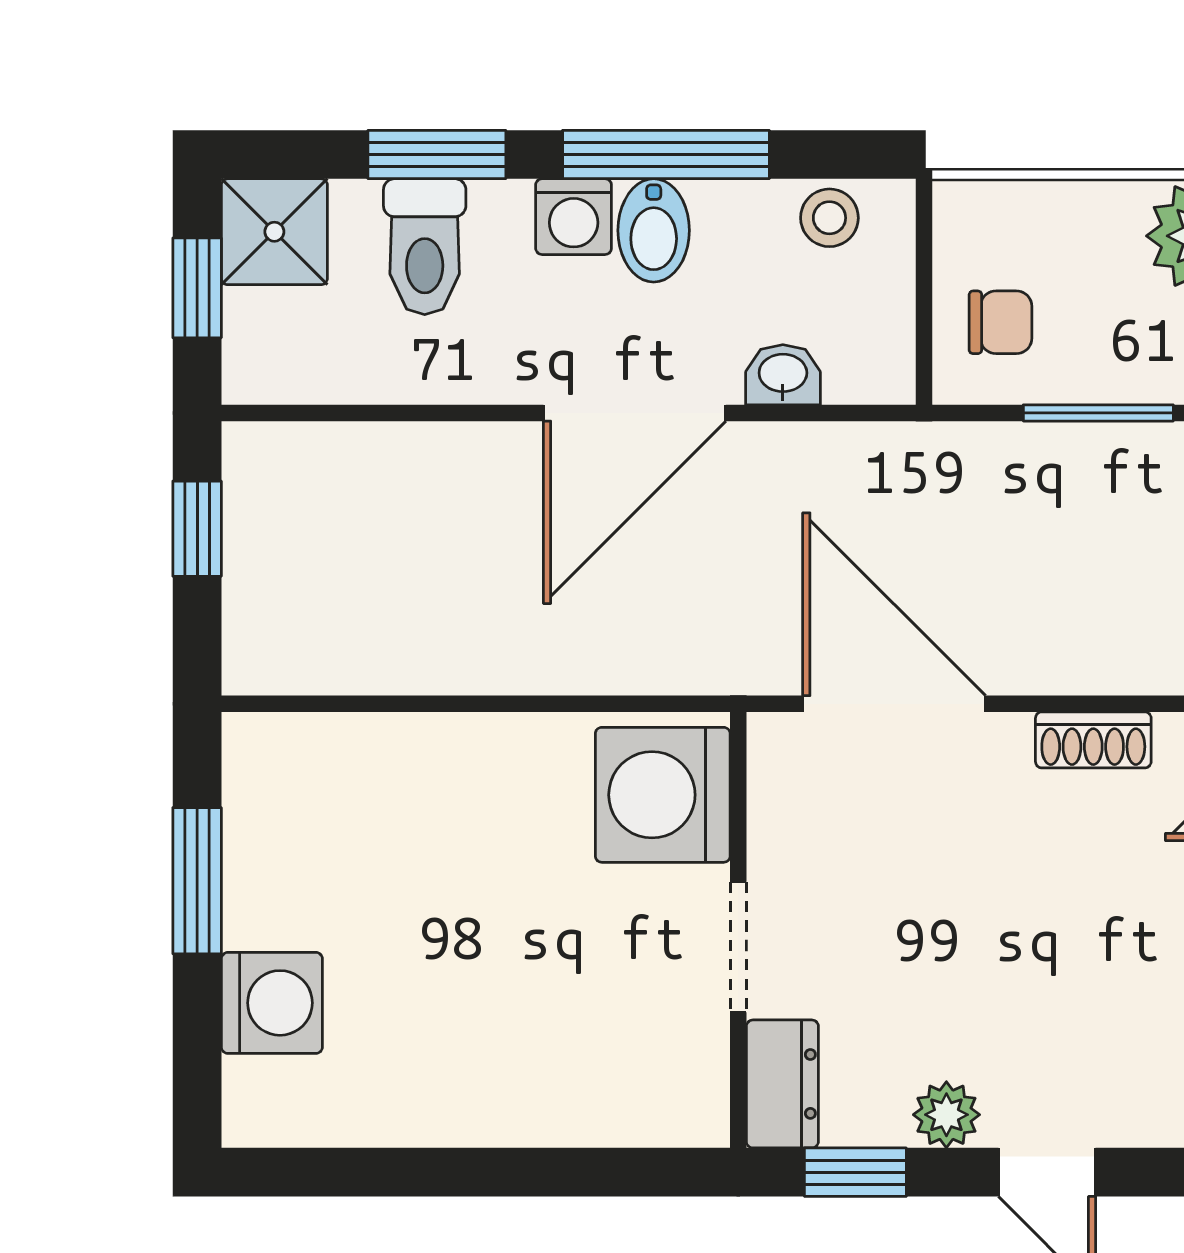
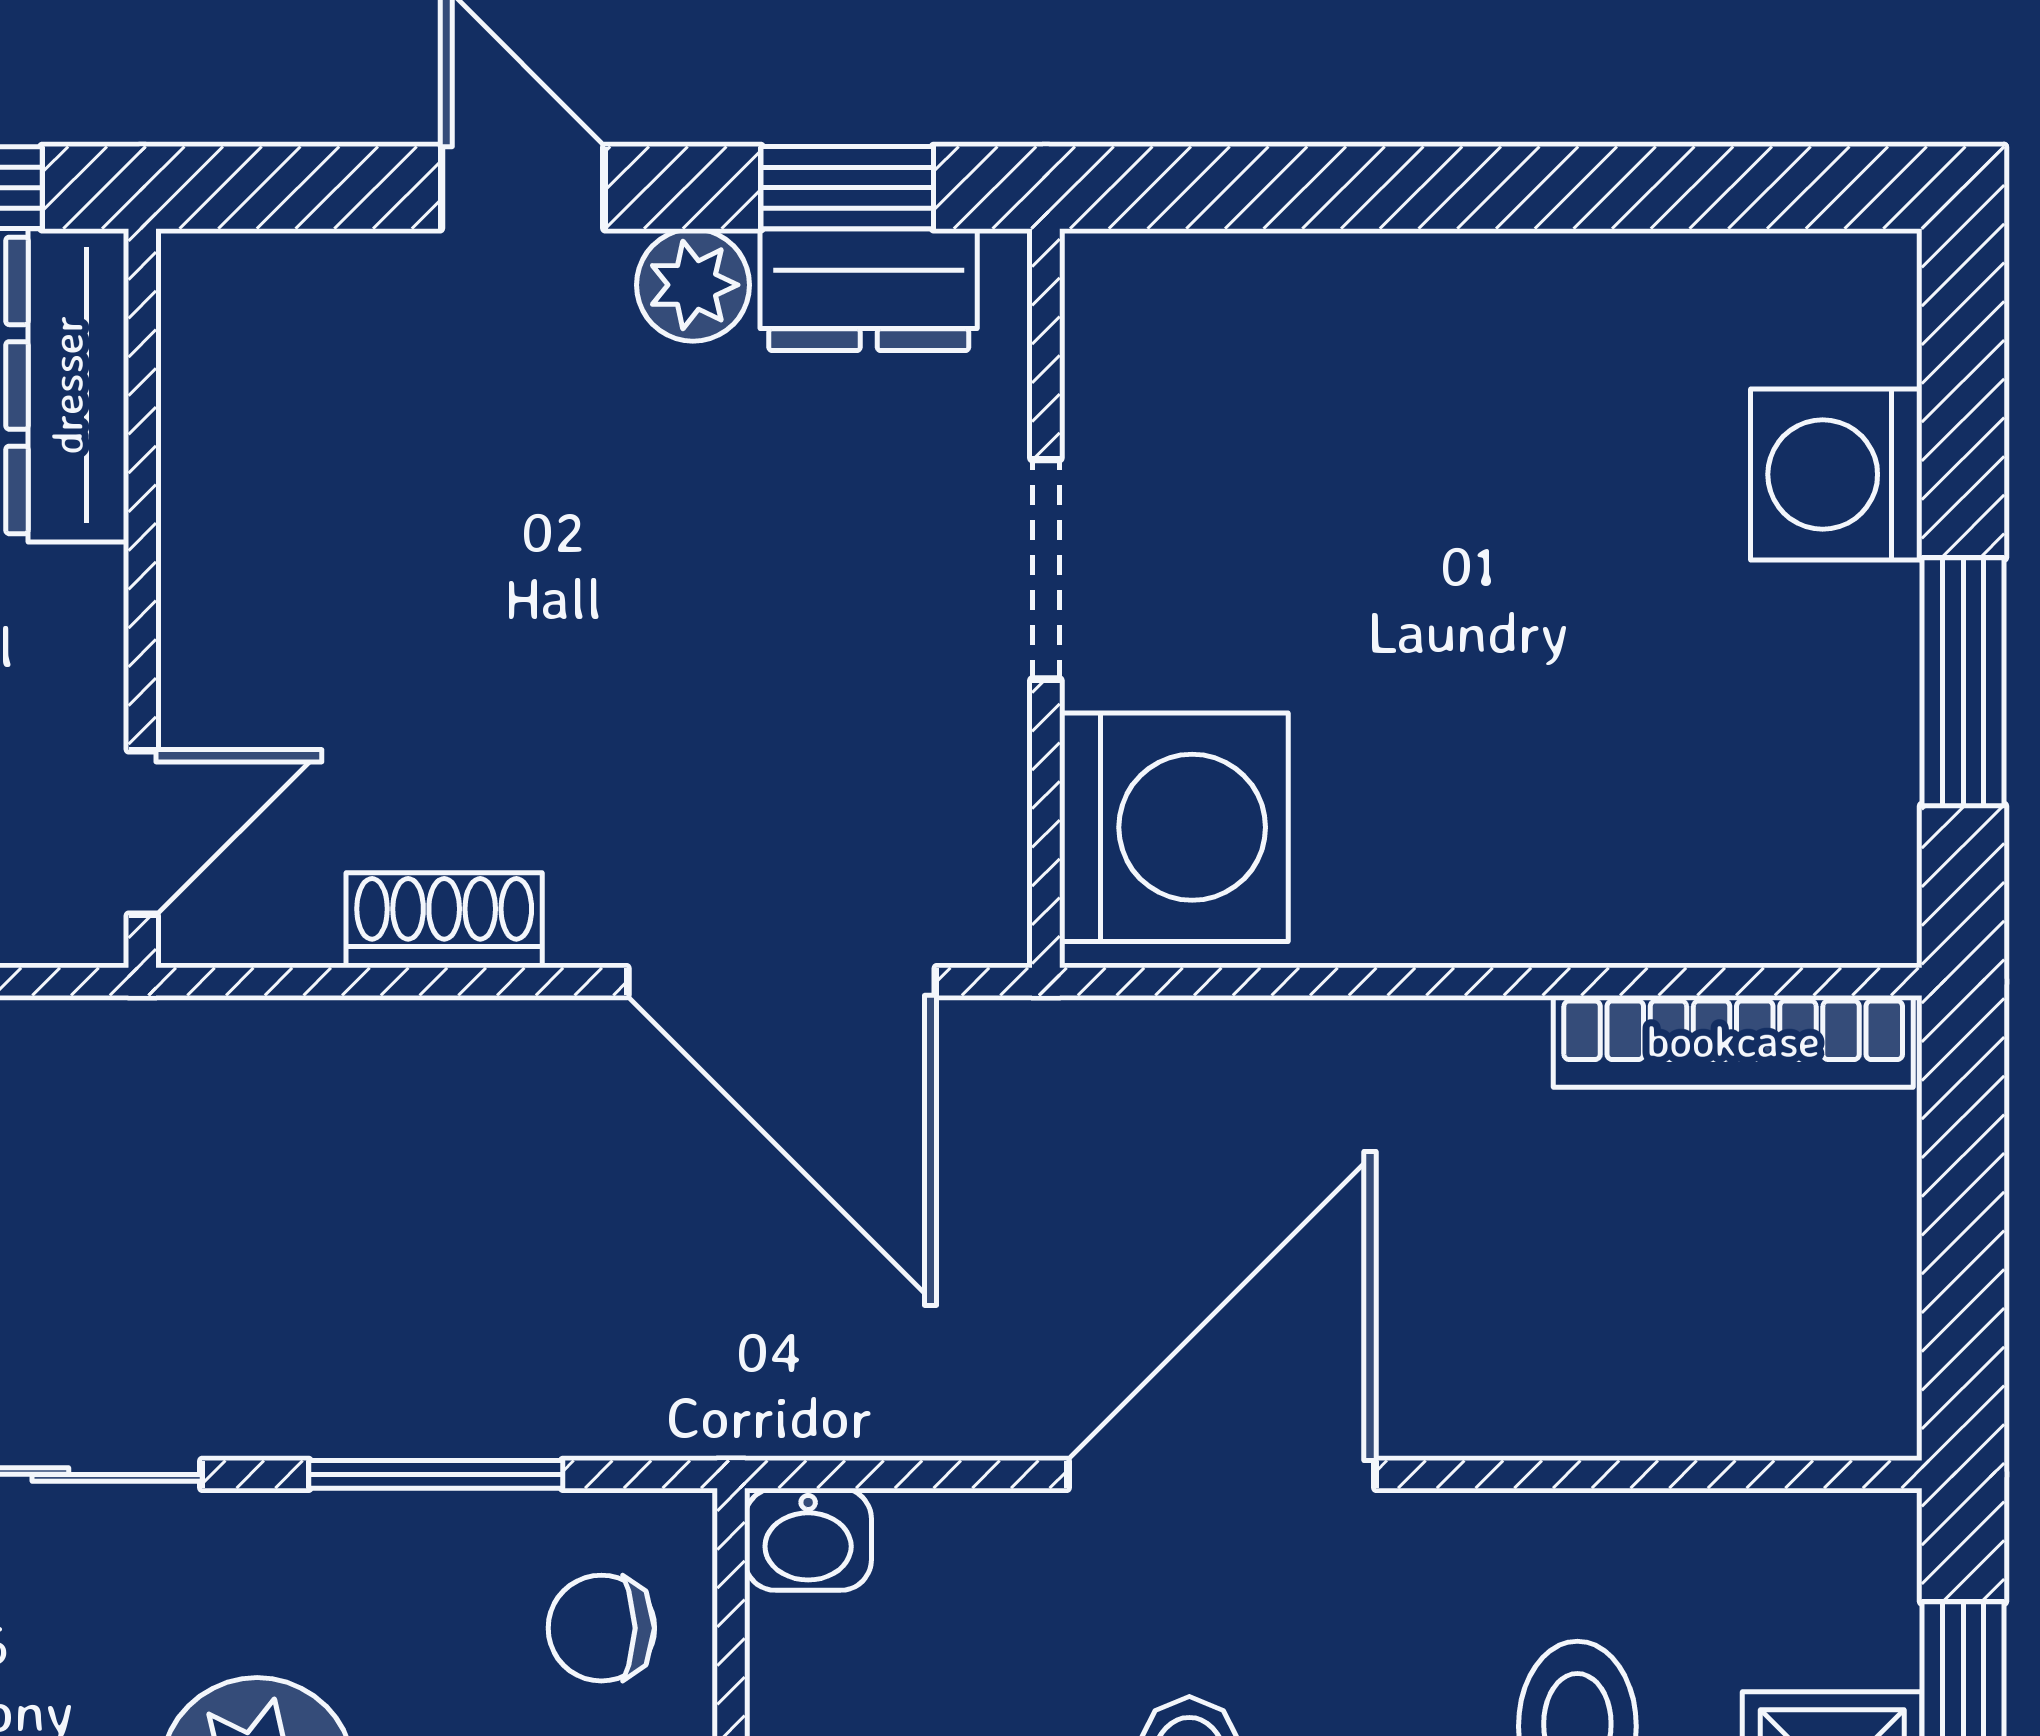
washbasin: (783, 375) -> (808, 1539), moved
window: (197, 529) -> (1963, 1278), removed
bookcase: (333, 668) -> (1733, 1041), added
dresser: (782, 1084) -> (869, 290), moved, turned -90

